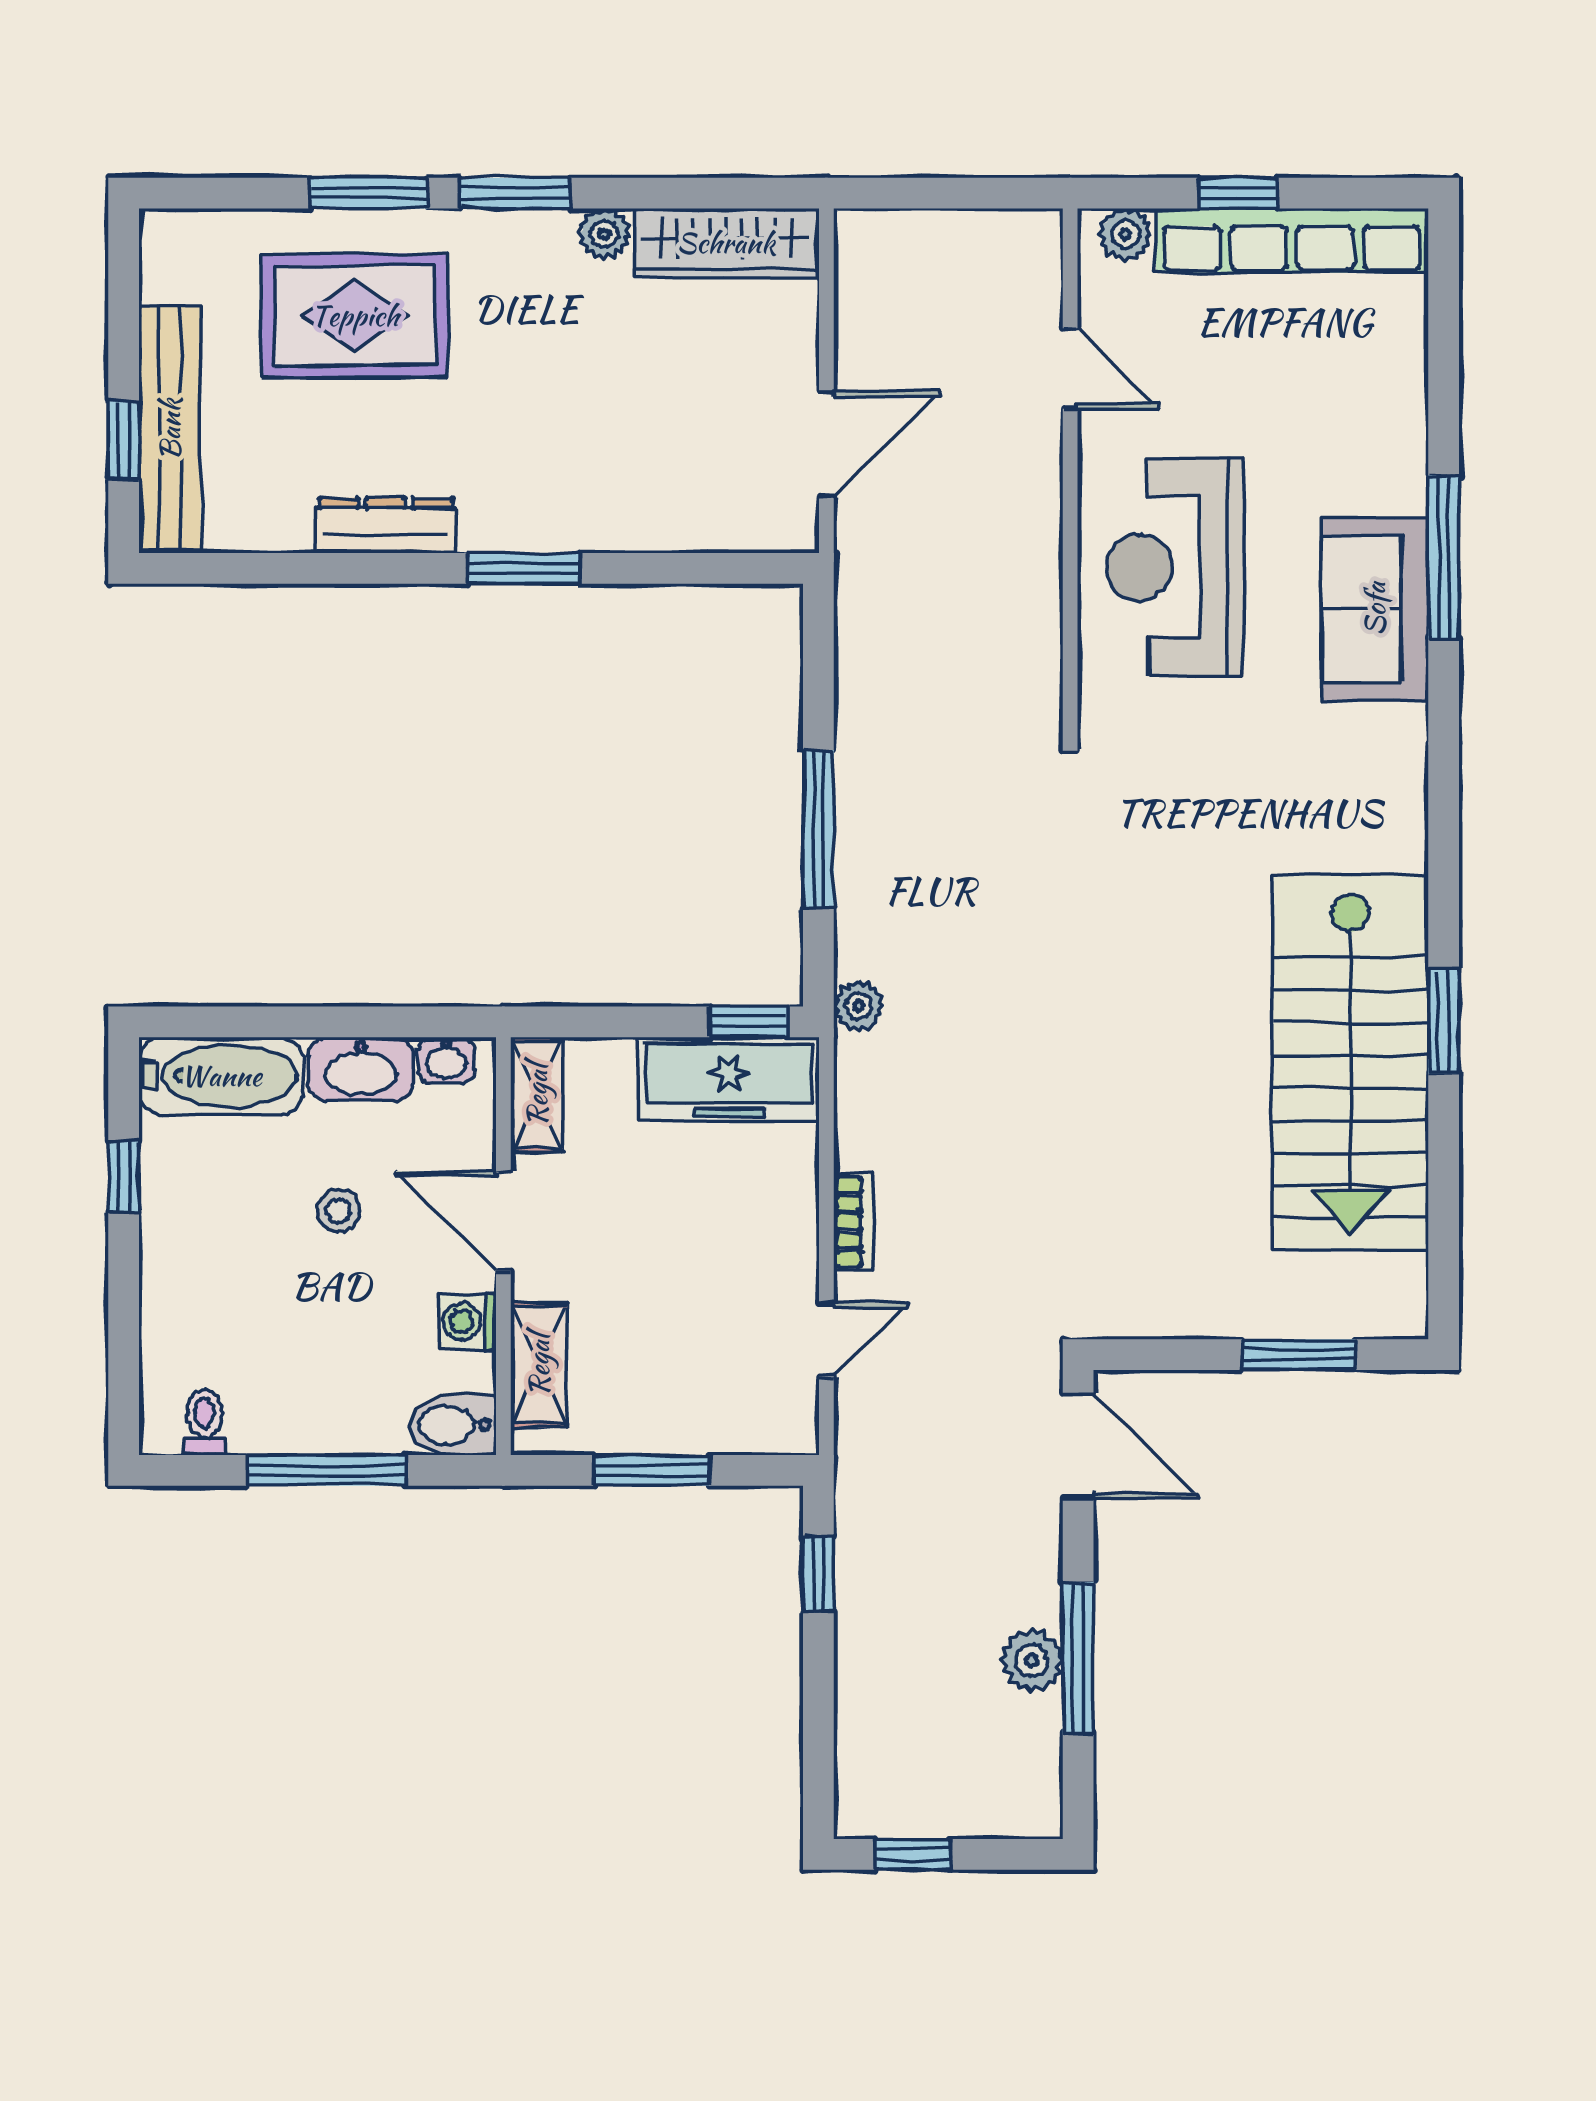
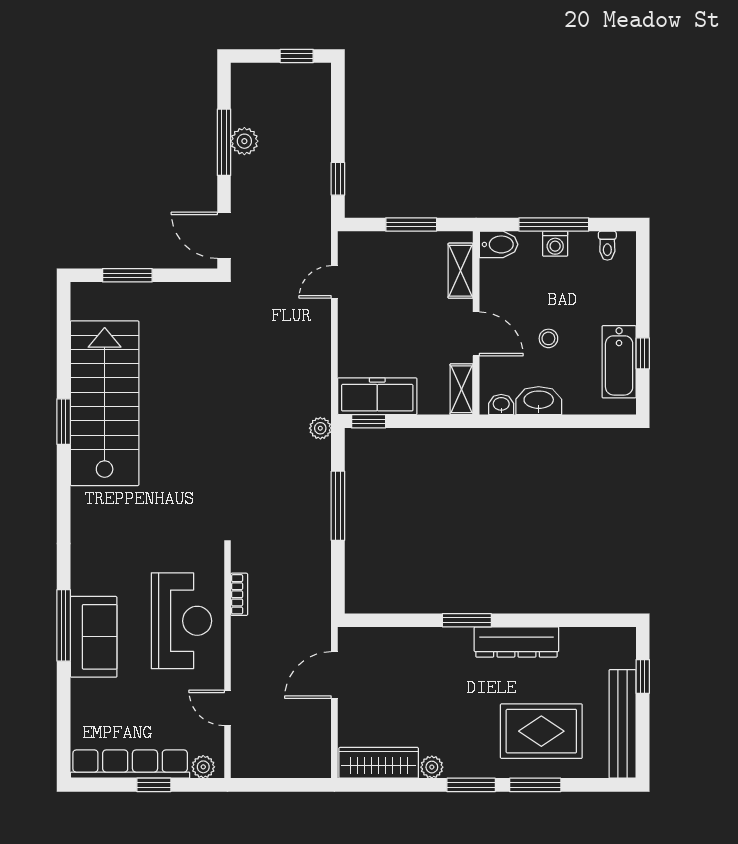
bench: (170, 429) -> (623, 724), moved
dresser: (386, 526) -> (516, 642), width x1.37, depth x1.24
sofa: (1375, 609) -> (94, 637), moved
bathtub: (221, 1076) -> (619, 362), moved, turned -90
bookcase: (853, 1222) -> (239, 594), moved, turned 180
washing machine: (468, 1322) -> (555, 244), moved, turned 90

